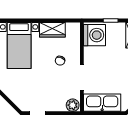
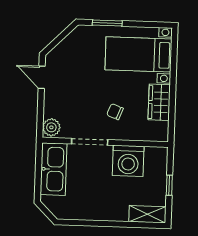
washing machine: (95, 35) -> (128, 161), moved

